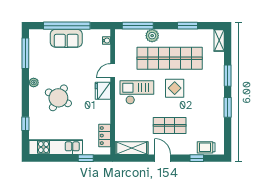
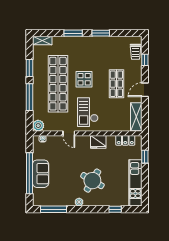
window: (138, 26) -> (29, 97), moved
plant: (152, 36) -> (38, 126), moved
fridge: (103, 91) -> (98, 142), moved

